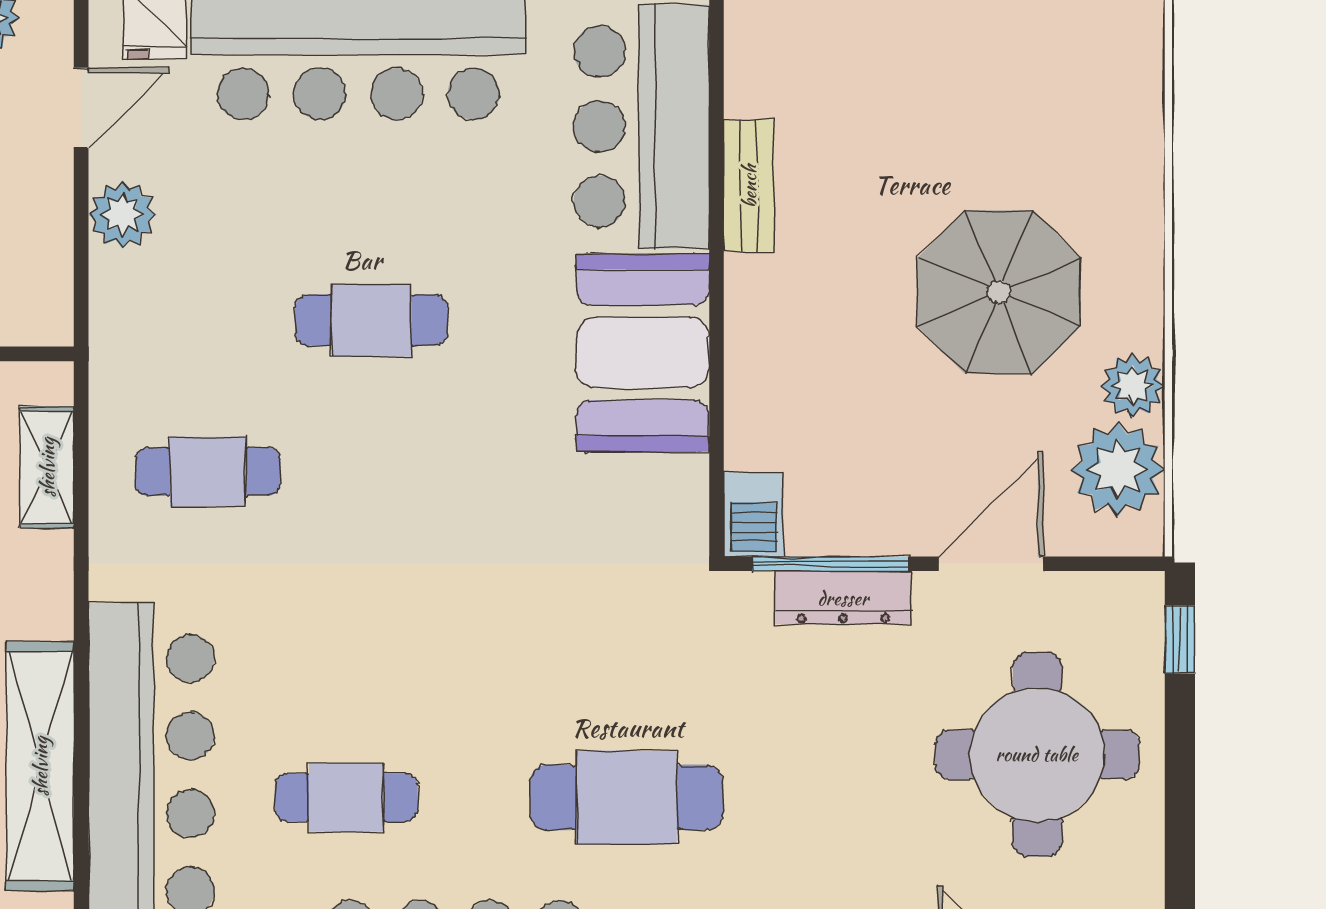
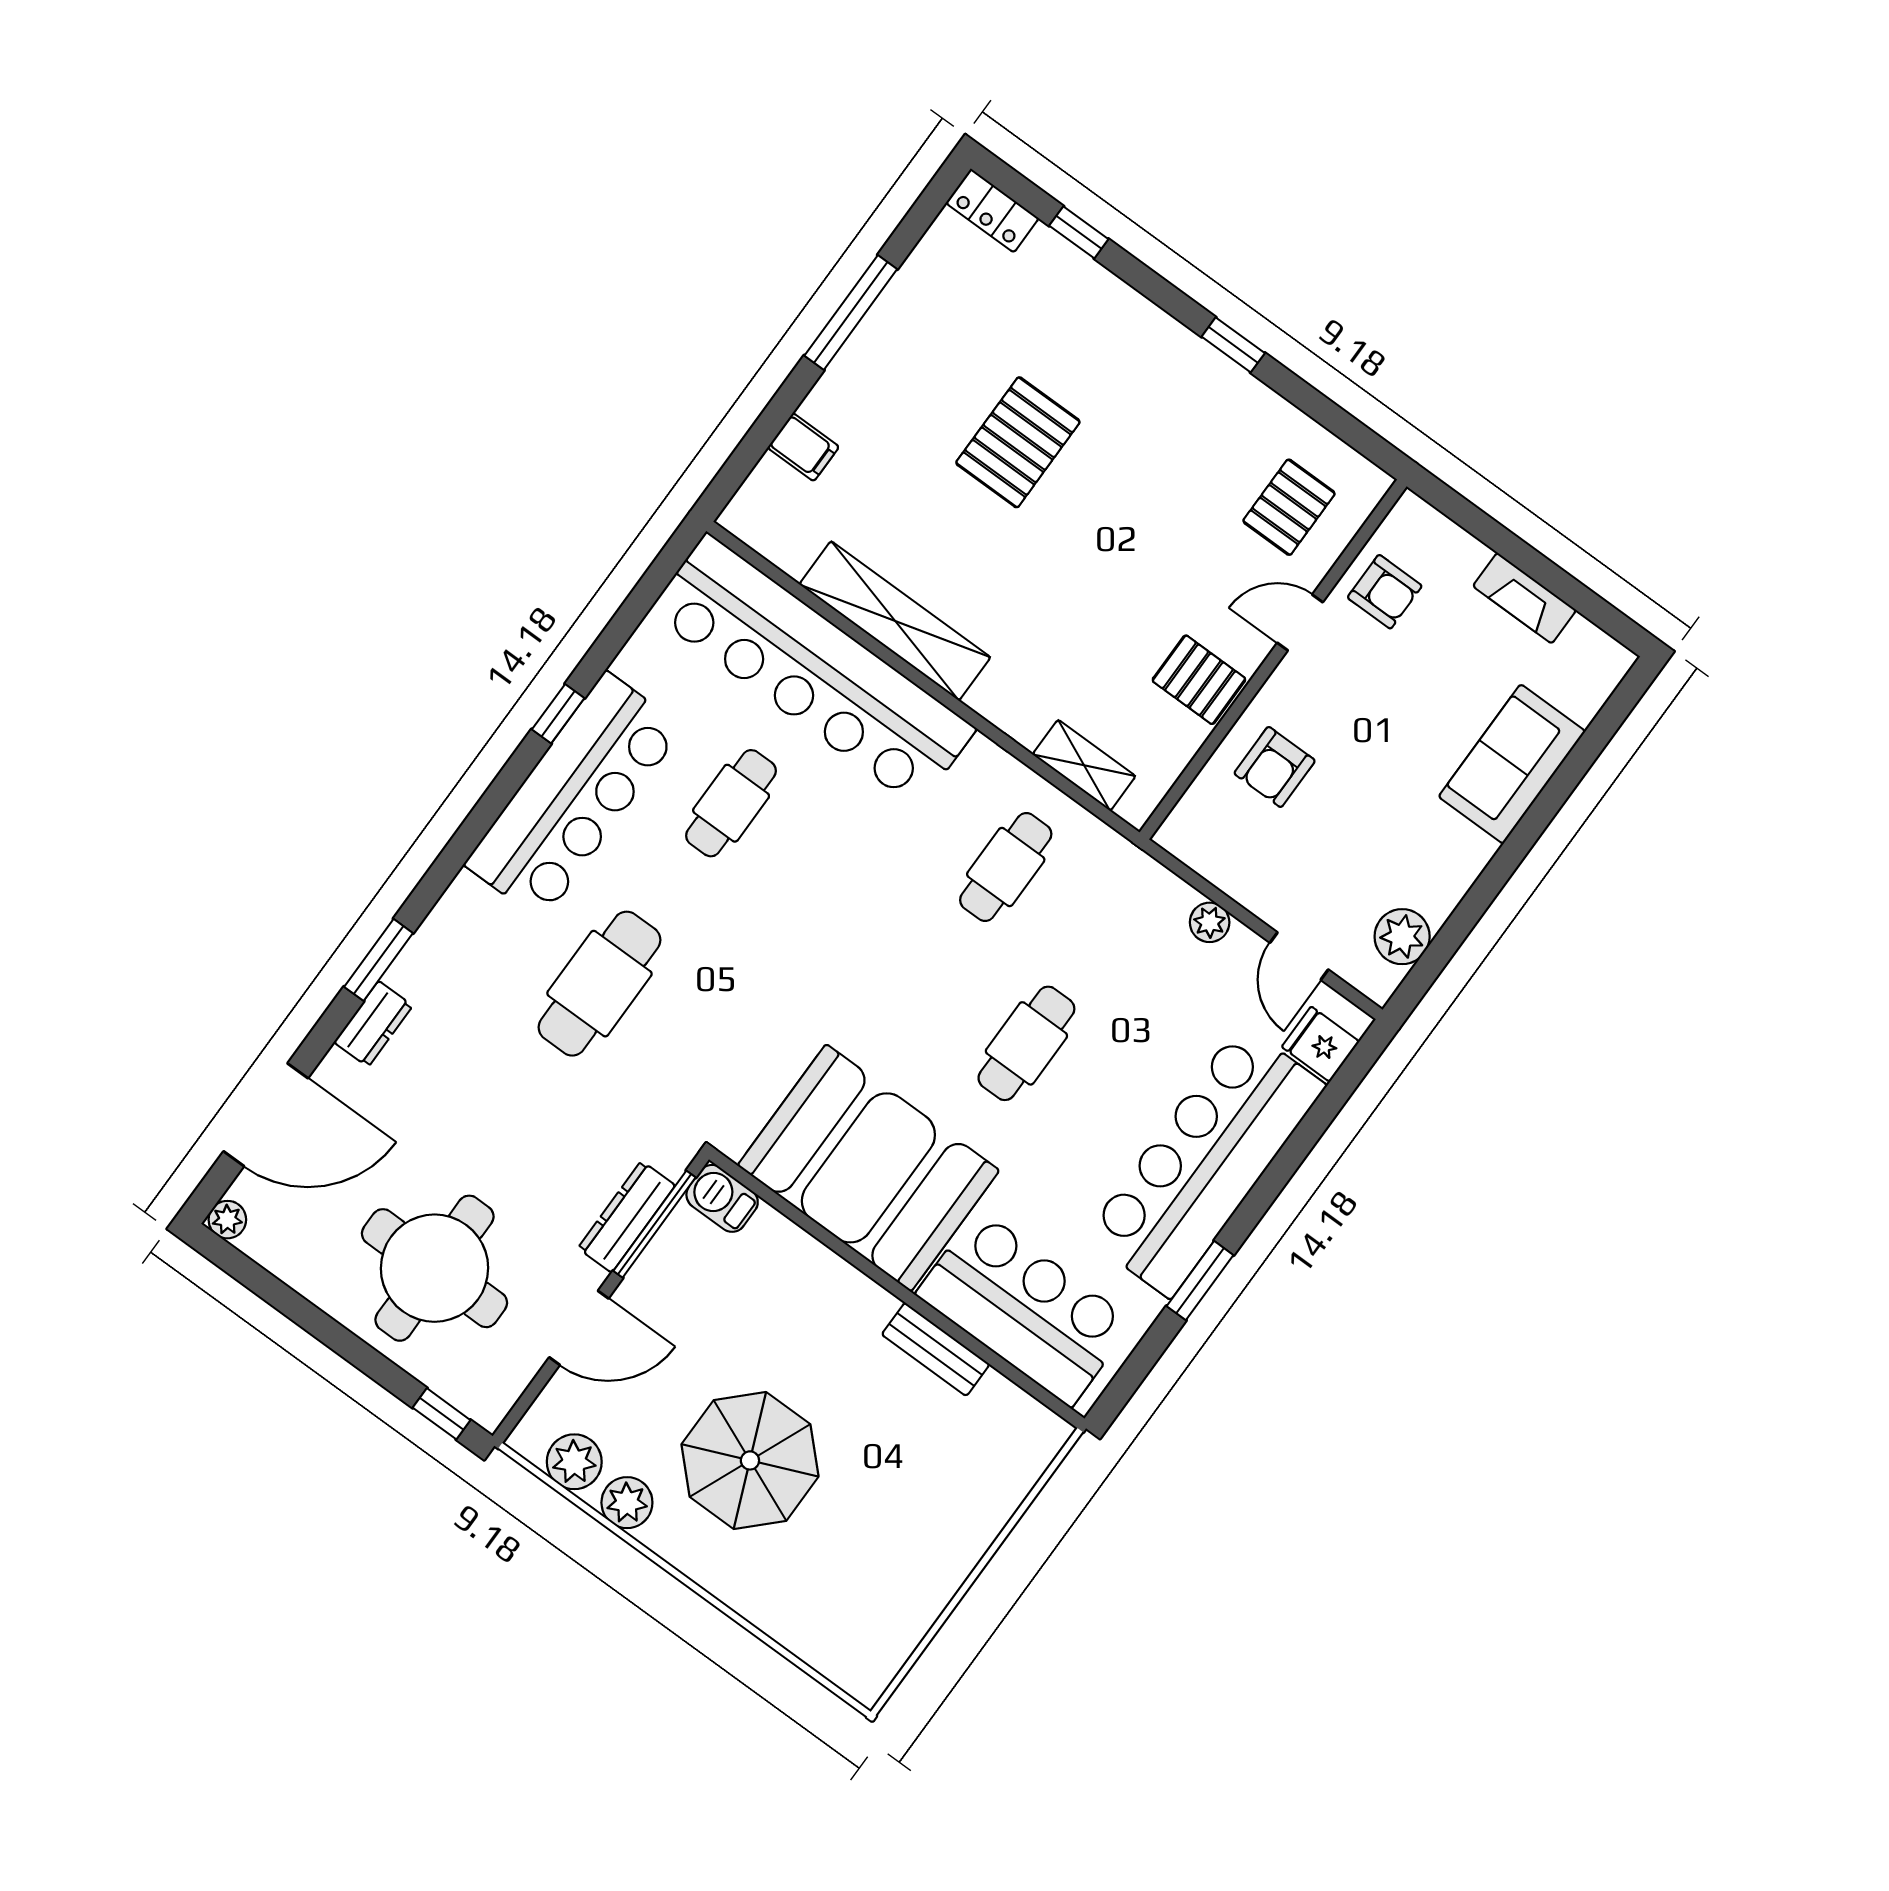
plant: (122, 215) -> (1210, 922), width x0.73, depth x0.73
booth: (643, 353) -> (868, 1168), width x1.36, depth x1.42
plant: (1118, 469) -> (574, 1462), width x0.73, depth x0.73
door: (991, 564) -> (579, 1328), hinge flipped

